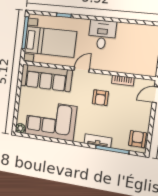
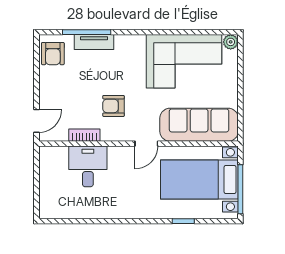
desk: (102, 35) -> (88, 166), moved, turned 180
armchair: (100, 98) -> (113, 106), turned -90
tv unit: (98, 141) -> (94, 42), moved

